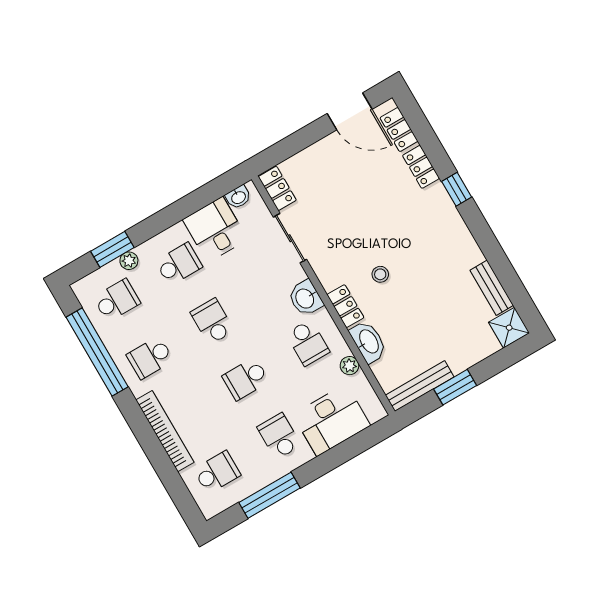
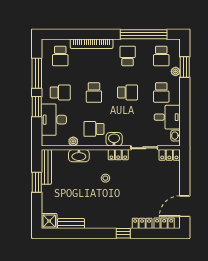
locker: (345, 306) -> (118, 155), moved
school desk: (246, 379) -> (94, 92), turned 180
window: (326, 462) -> (37, 107), added

